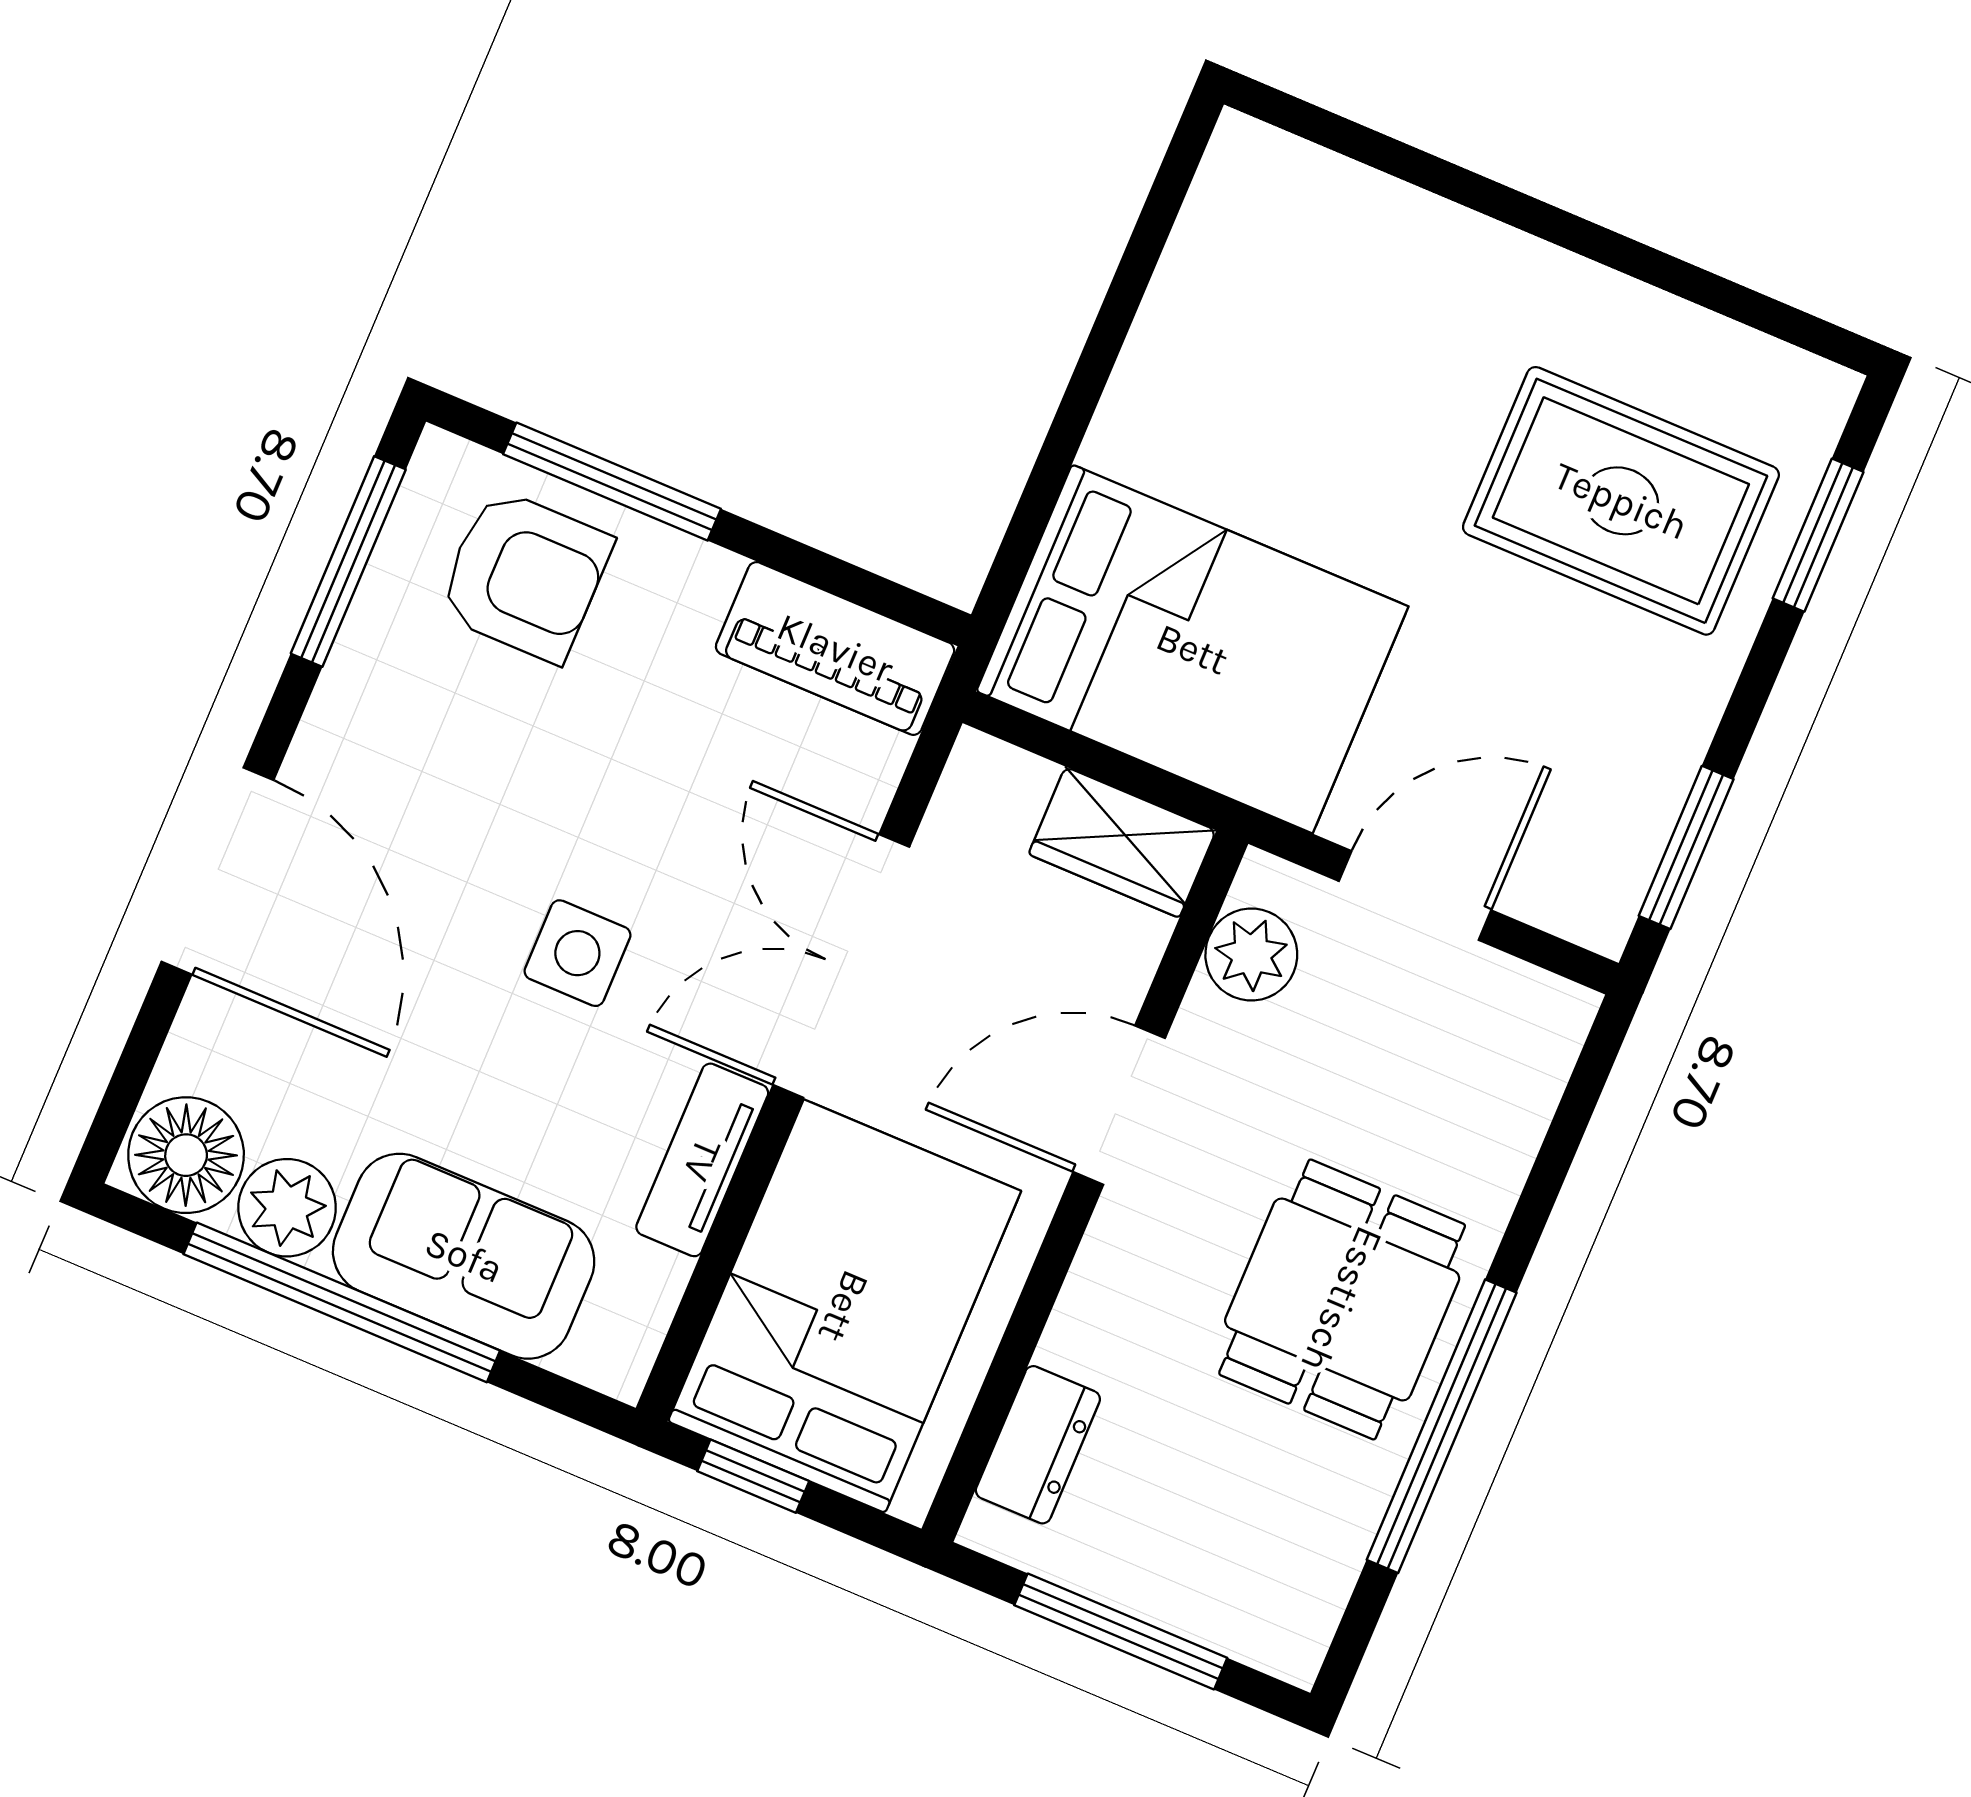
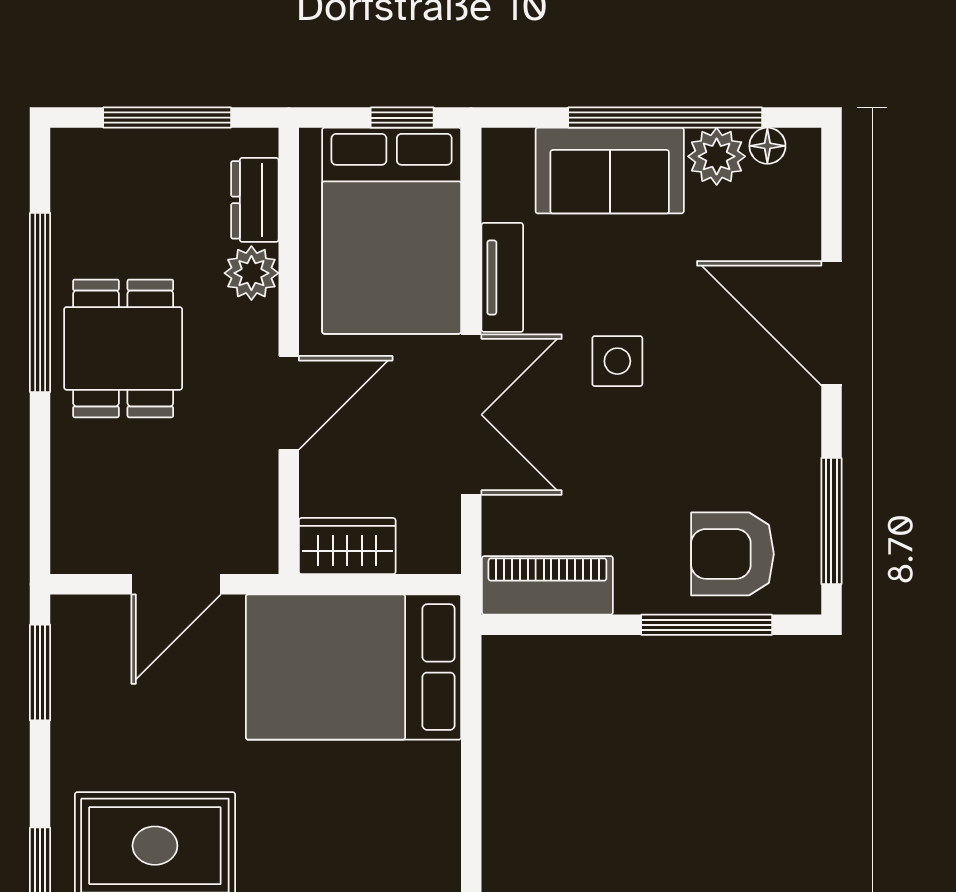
plant: (1251, 955) -> (251, 273), moved
floor lamp: (186, 1155) -> (767, 146), width x0.53, depth x0.53

